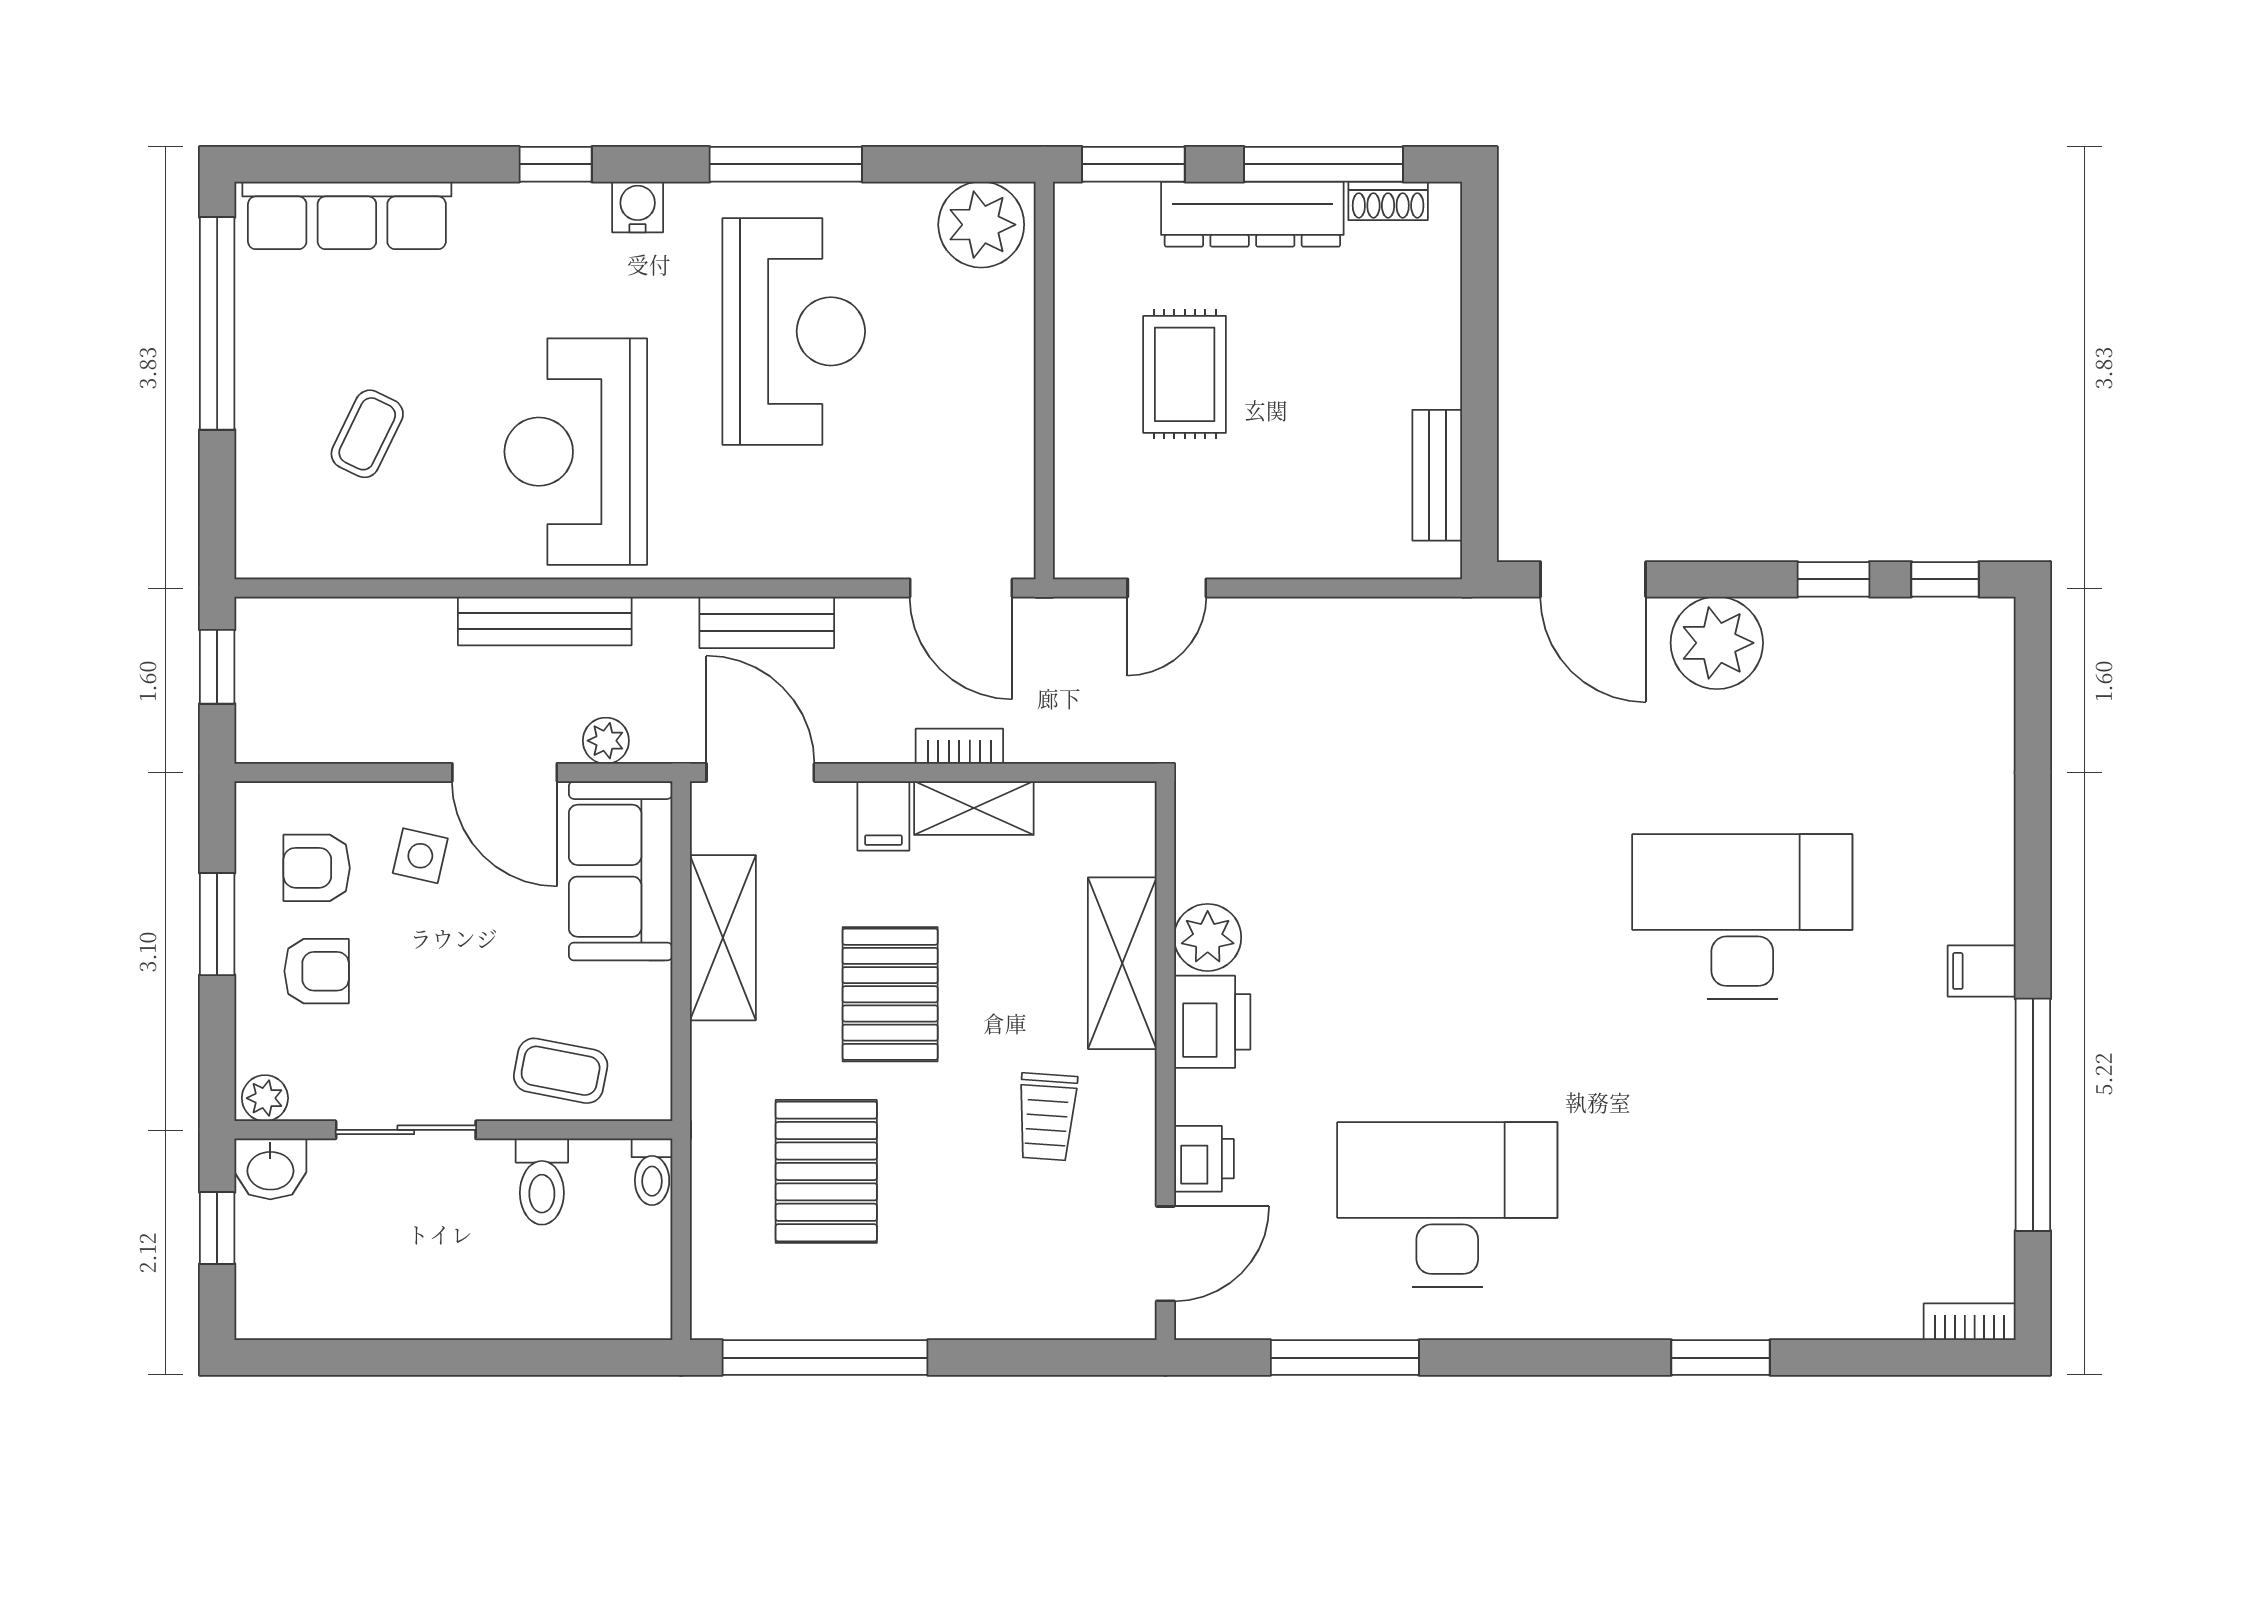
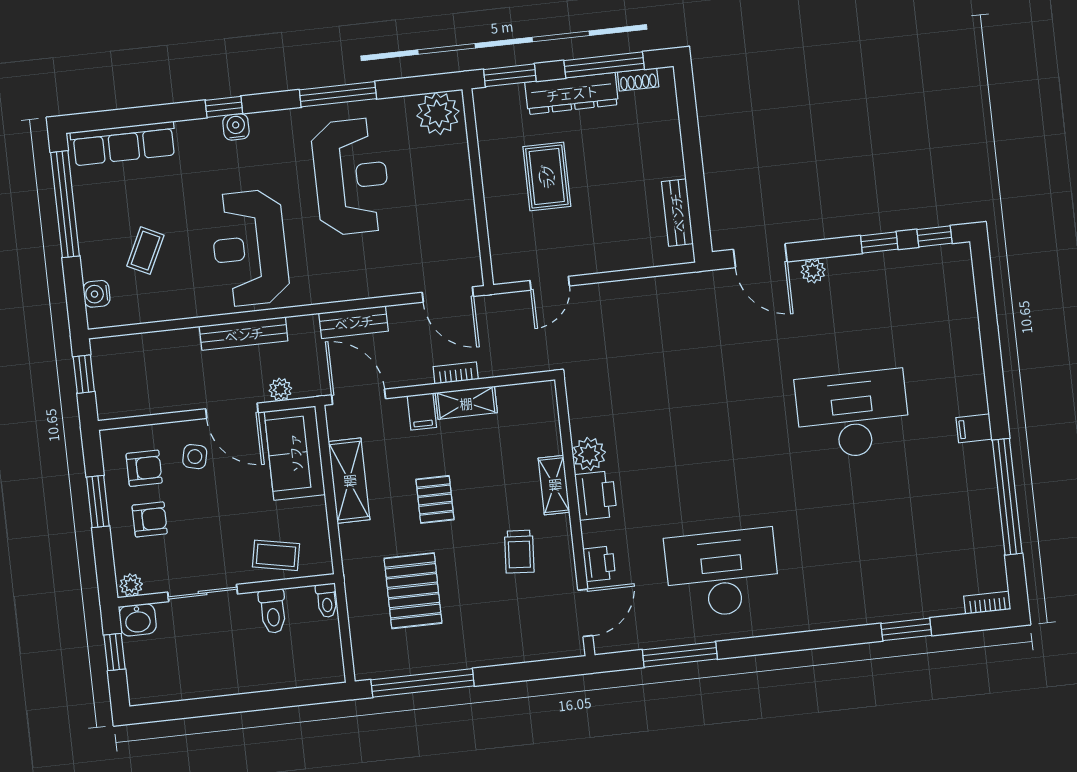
water cooler: (638, 207) -> (236, 127), moved
water cooler: (260, 509) -> (97, 294), added
plant: (1717, 643) -> (813, 271), width x0.53, depth x0.53
armchair: (317, 868) -> (144, 468), turned 180
shelving: (1122, 963) -> (554, 485), width x0.67, depth x0.75
pallet: (890, 994) -> (435, 499), width x0.67, depth x0.71
window: (1721, 1358) -> (906, 629), moved

